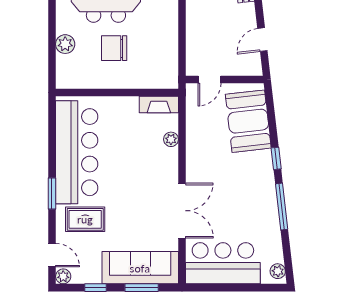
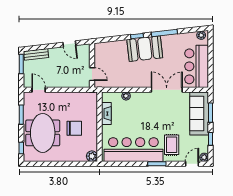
plant: (65, 44) -> (92, 156), moved
chair: (114, 48) -> (74, 128), turned -90
fireplace: (159, 105) -> (106, 114), moved
booth: (248, 121) -> (145, 49), moved

